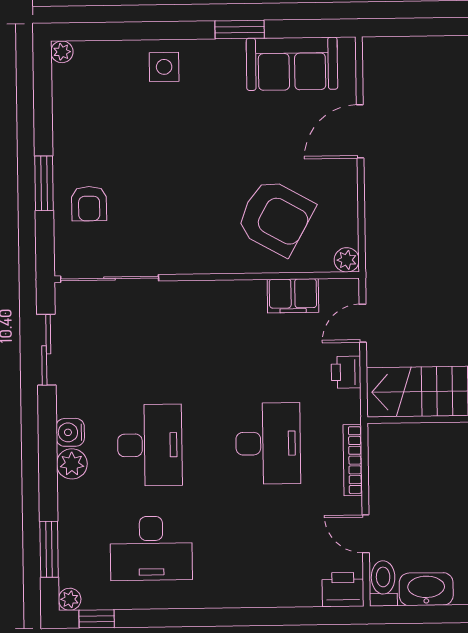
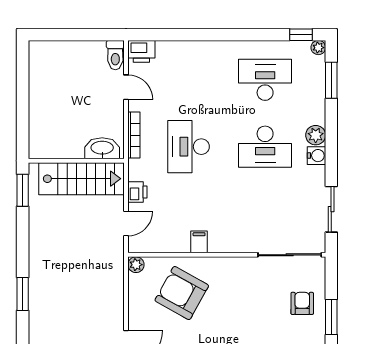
filing cabinet: (293, 296) -> (199, 242), moved, width x0.50
desk: (150, 445) -> (265, 147), turned -90
washbasin: (426, 589) -> (102, 148), moved, turned 180

